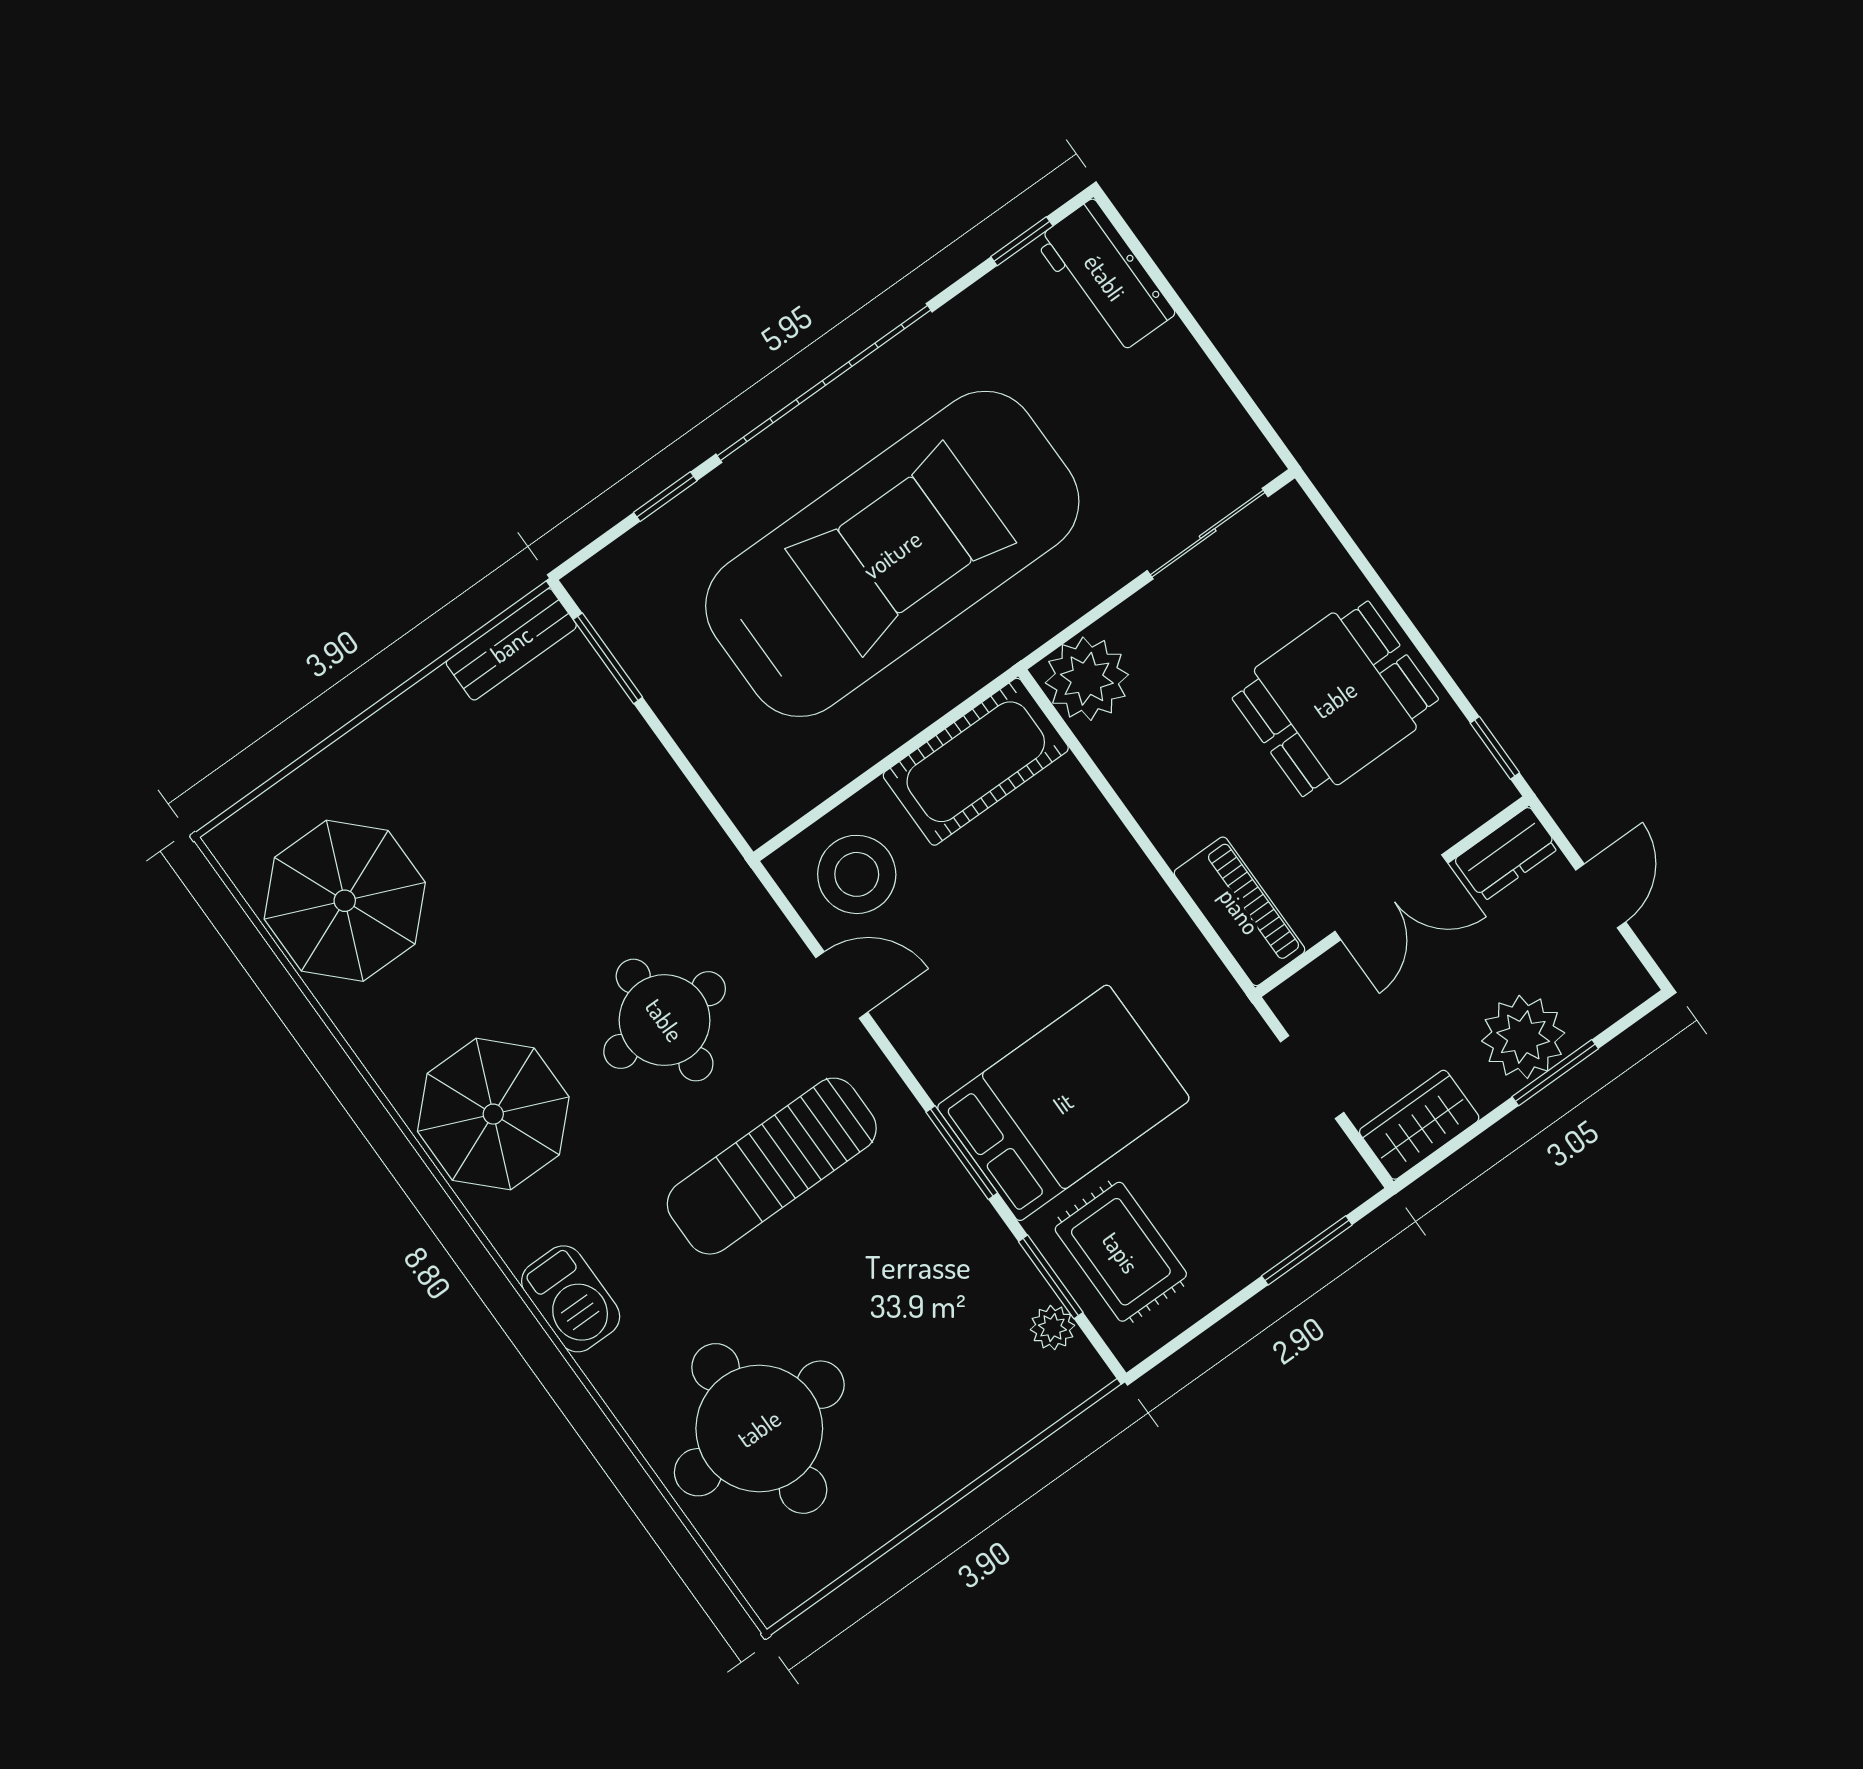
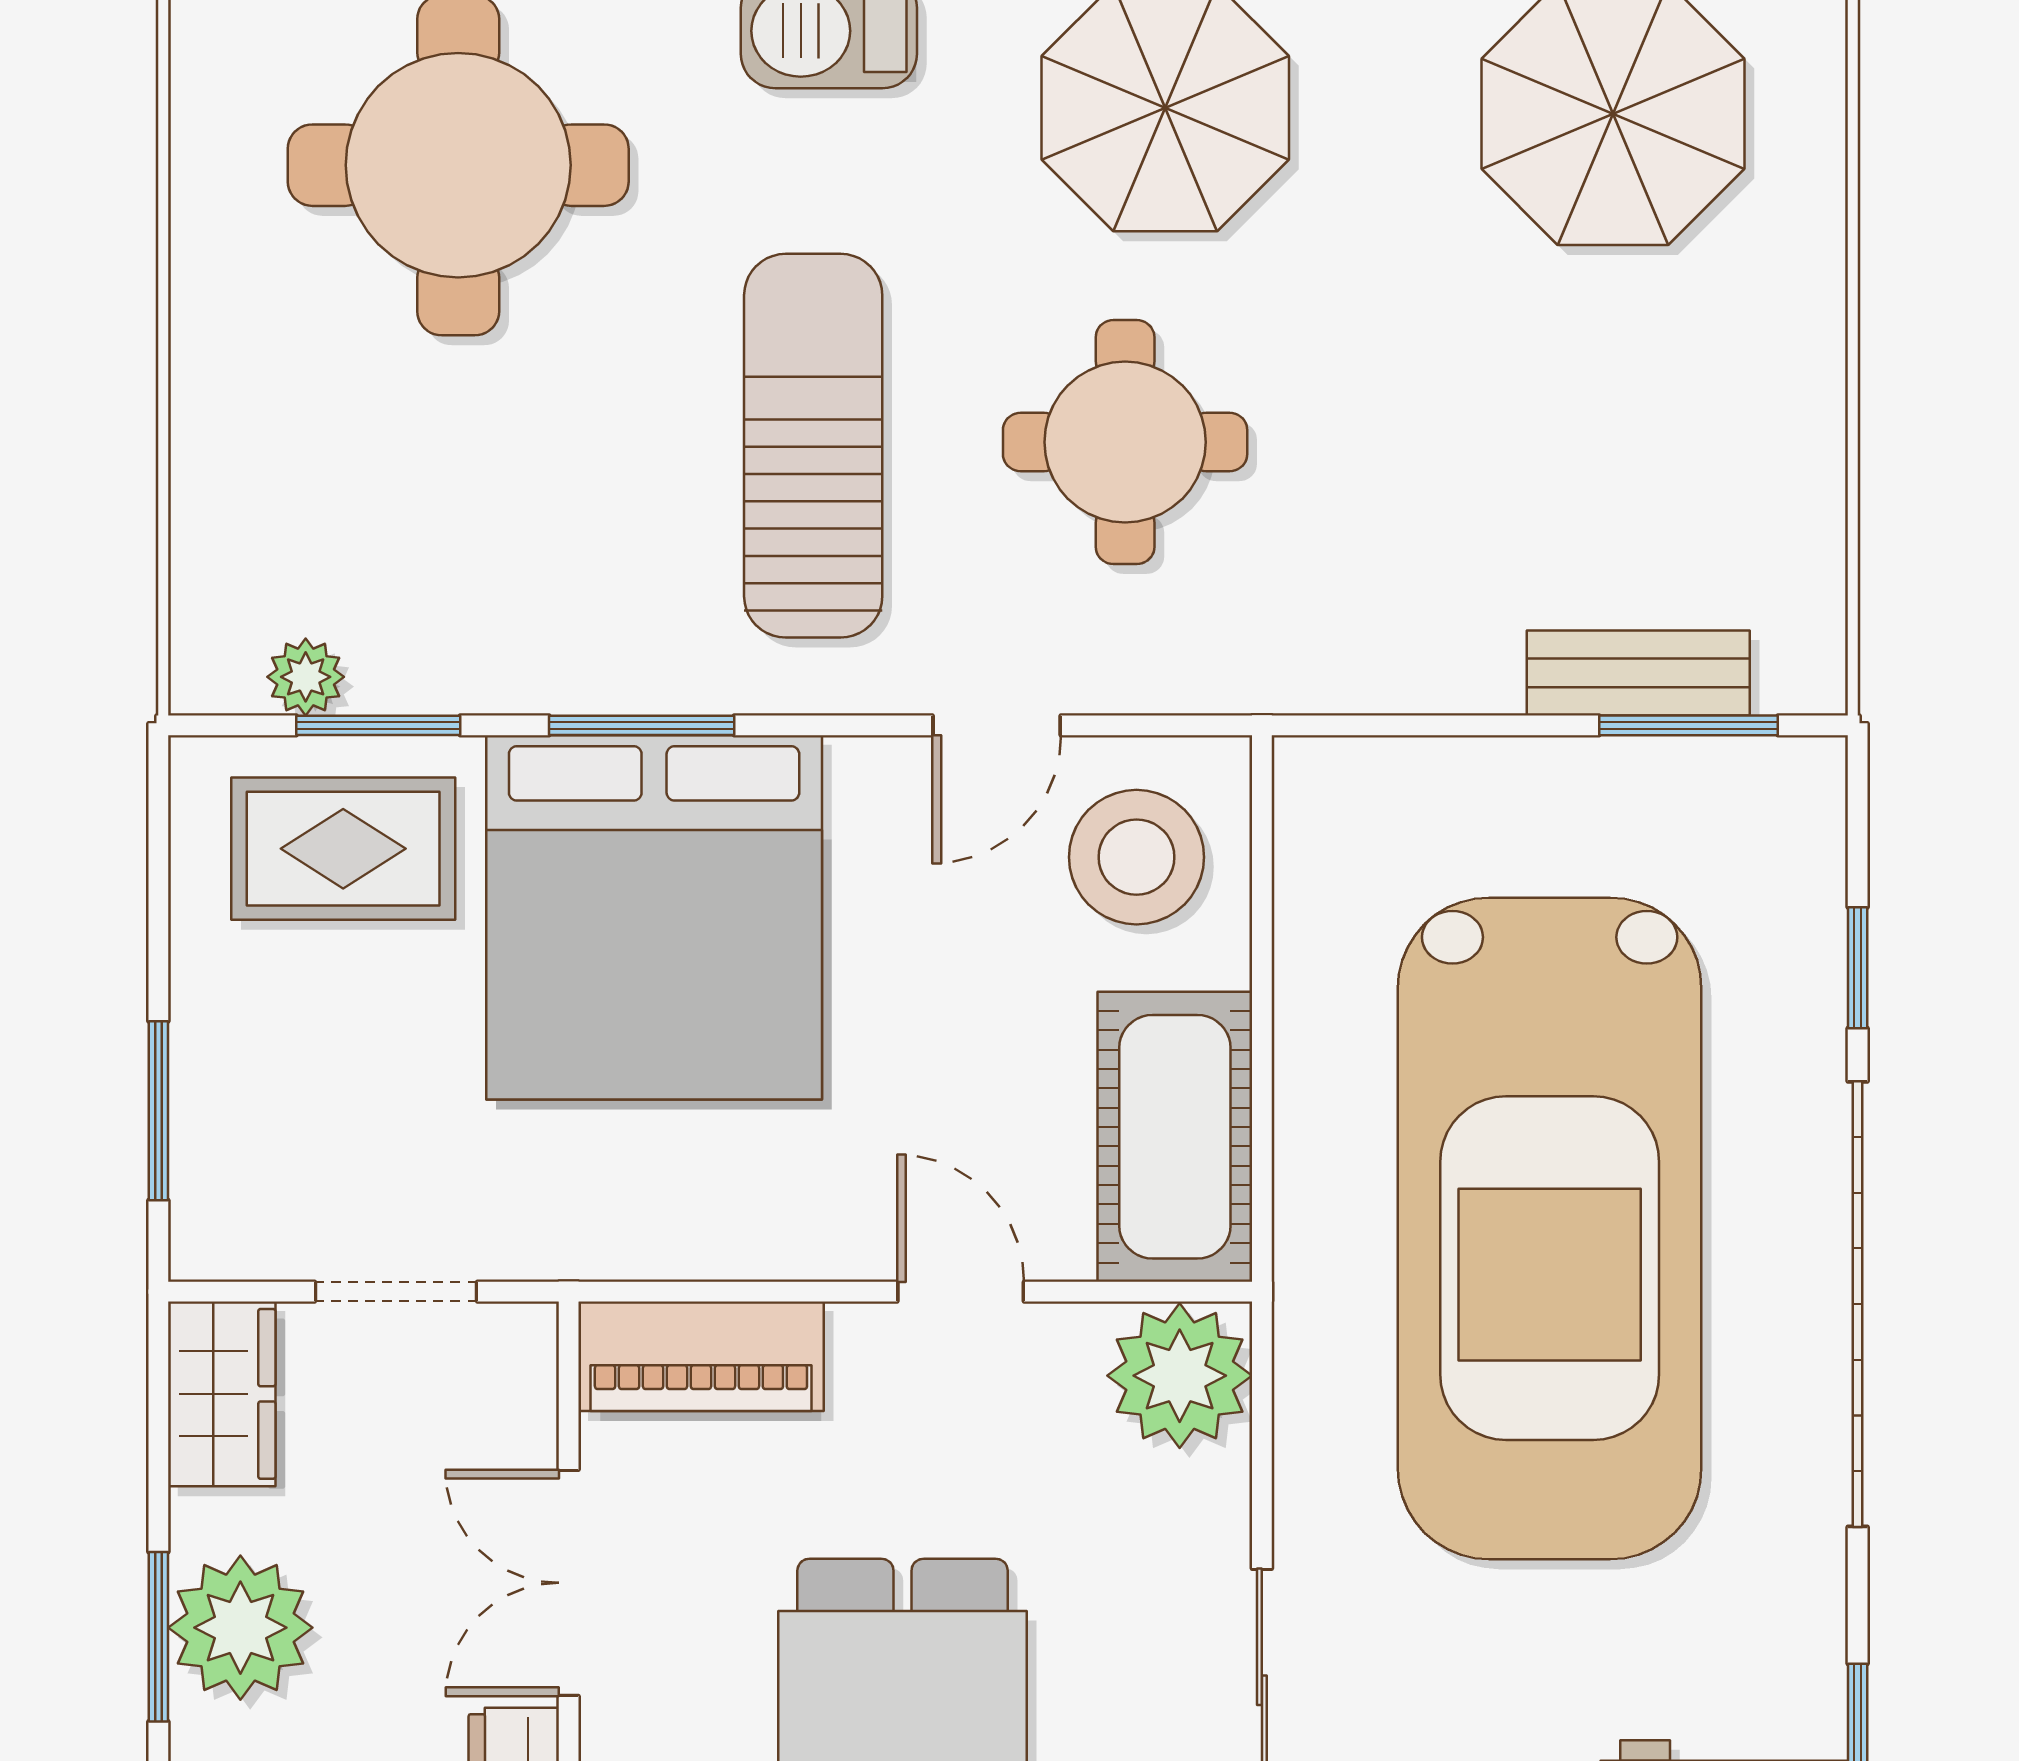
bench: (511, 644) -> (1638, 673), moved, turned 90
door: (1121, 811) -> (961, 1292), added
bed: (1063, 1103) -> (654, 917), width x1.36

